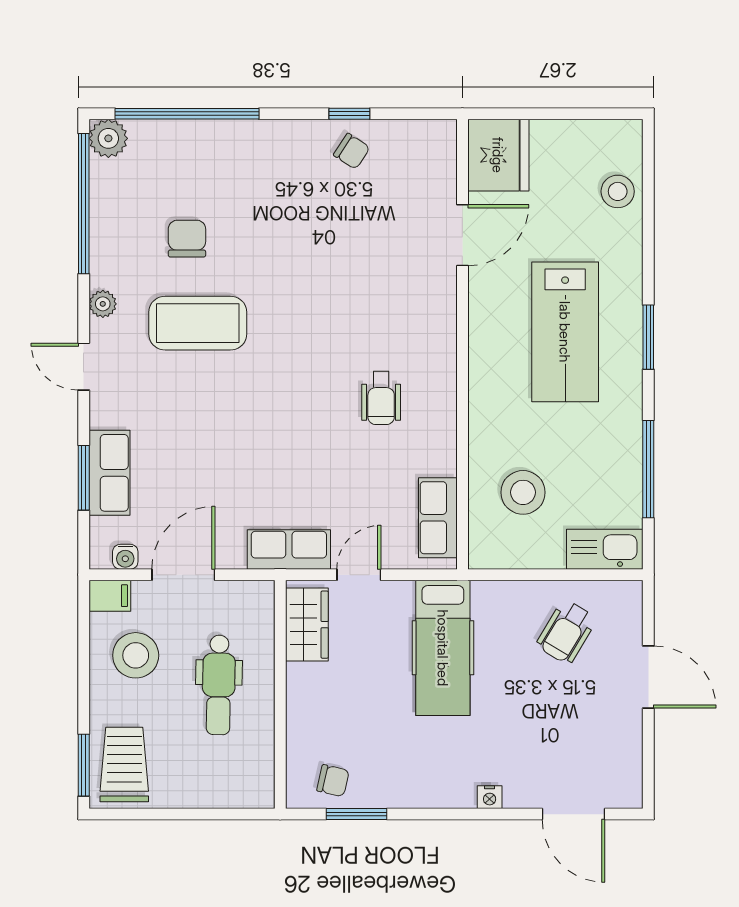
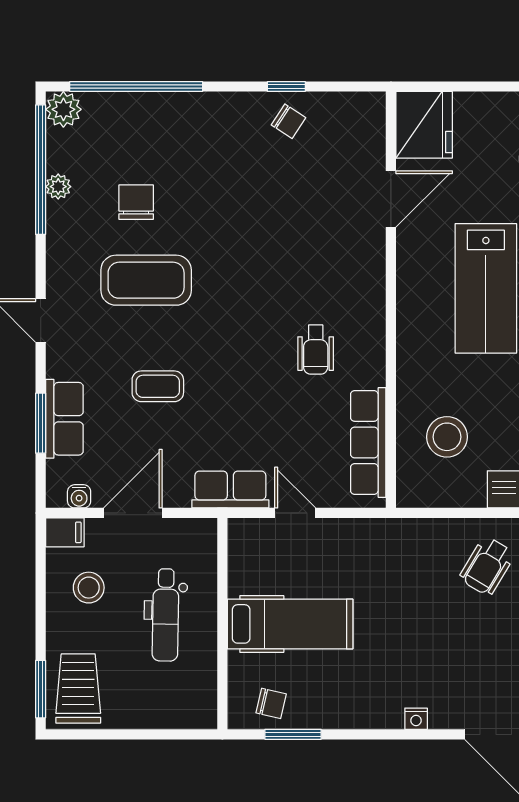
plant: (103, 304) -> (58, 187), moved
coffee table: (210, 438) -> (158, 386), added
row of seats: (438, 518) -> (368, 442), width x1.48
door: (359, 575) -> (295, 513), hinge flipped
wardrobe: (307, 625) -> (247, 559), removed
hospital bed: (443, 648) -> (290, 624), moved, turned -90
stool: (136, 655) -> (89, 588), width x0.73, depth x0.73

